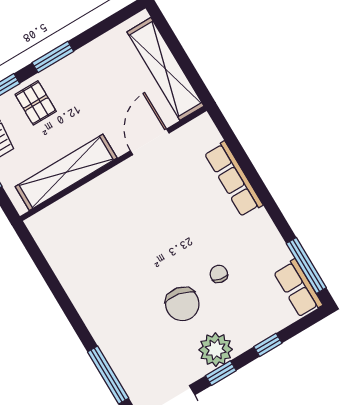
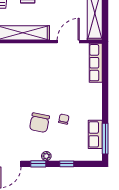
row of seats: (234, 179) -> (96, 63), moved
row of seats: (298, 288) -> (95, 134), moved
plant: (216, 350) -> (46, 156), width x0.53, depth x0.53

